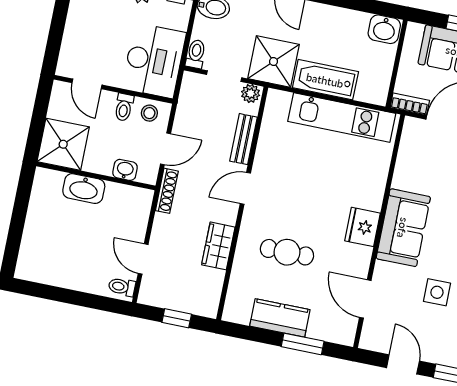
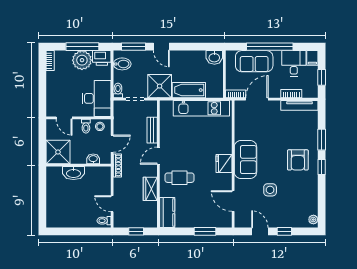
plant: (251, 93) -> (151, 105), removed
cafe table: (287, 252) -> (180, 178), moved
kitchen counter: (280, 318) -> (167, 213), moved, turned 90

